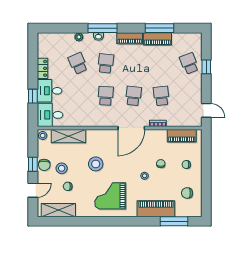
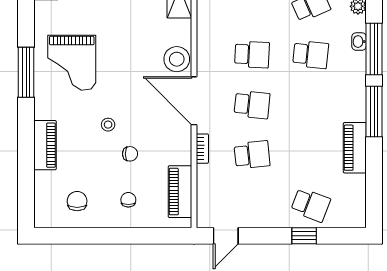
window: (160, 28) -> (374, 112), moved
piano: (130, 38) -> (356, 98), removed
school desk: (189, 63) -> (311, 205), turned 42
stool: (96, 164) -> (177, 59), moved
grand piano: (110, 196) -> (72, 63), turned 180
piano: (156, 209) -> (45, 145), width x0.73, depth x0.75
window: (174, 221) -> (26, 72), moved

